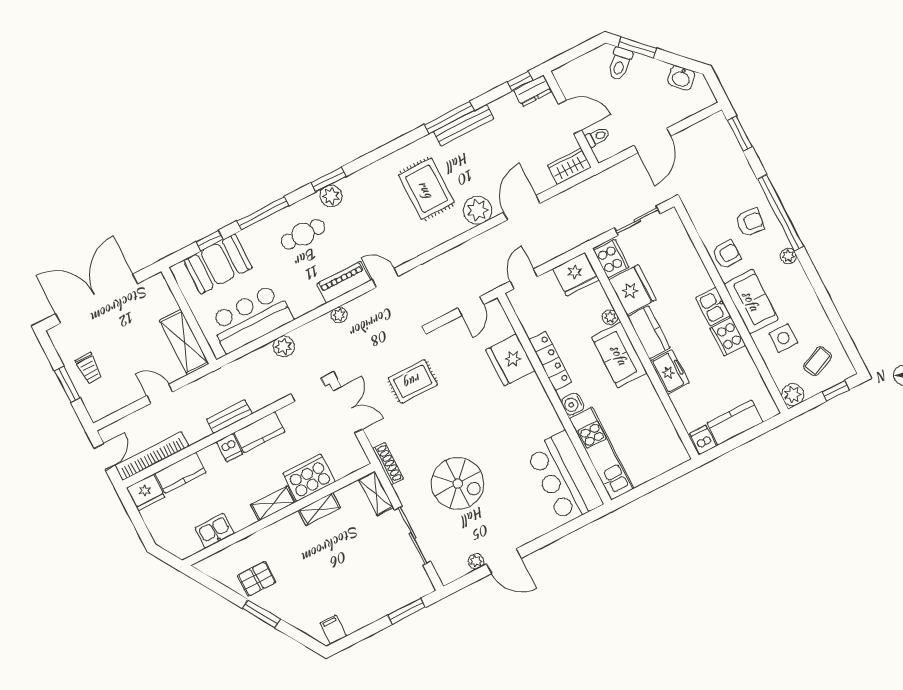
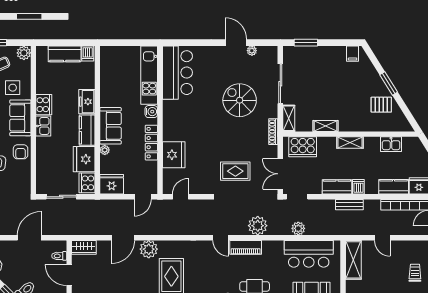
armchair: (726, 254) -> (21, 152), turned -90
plant: (339, 315) -> (258, 226), width x1.88, depth x1.88
cooker: (309, 478) -> (303, 147), moved

